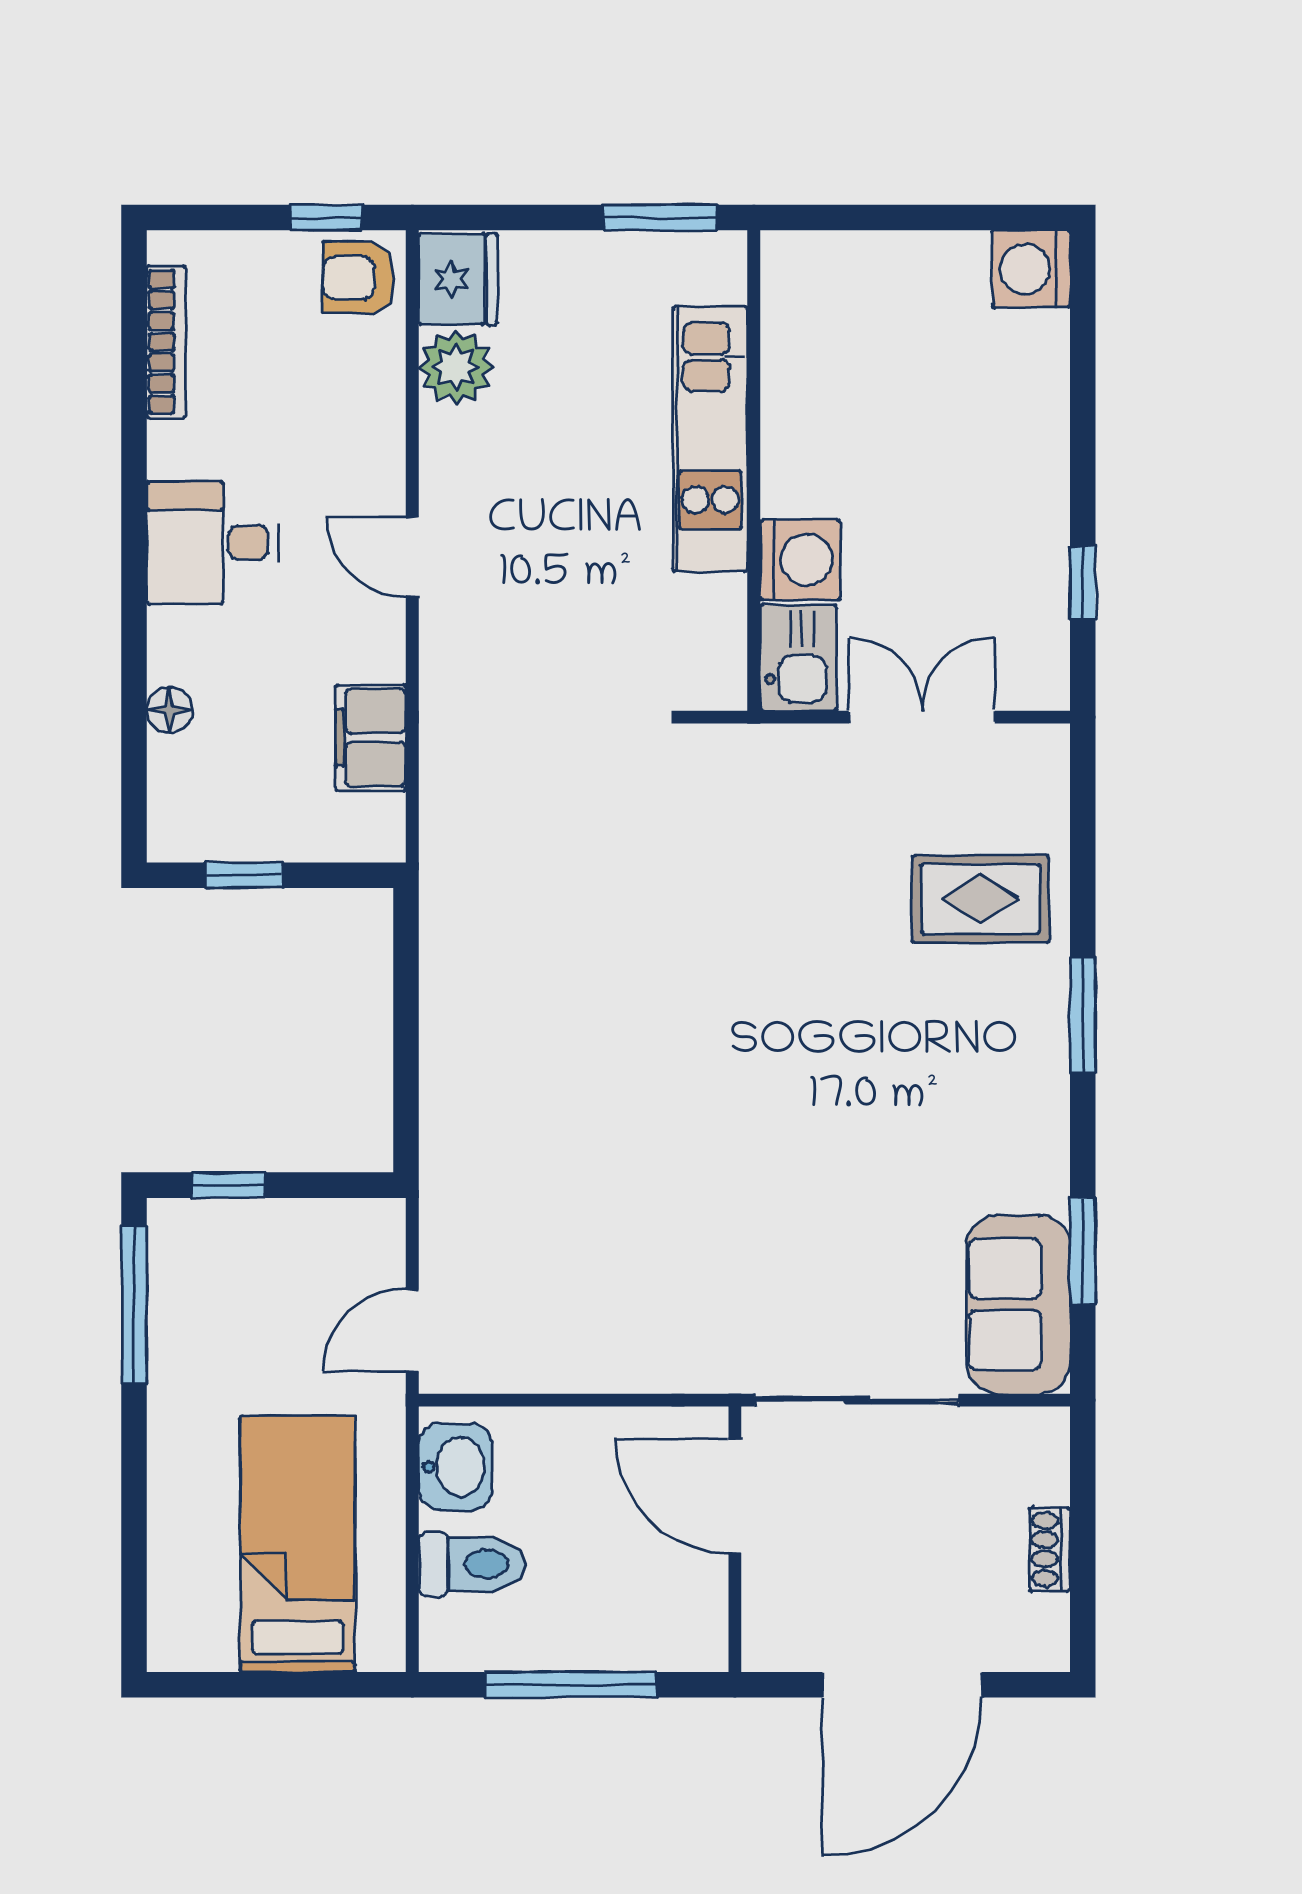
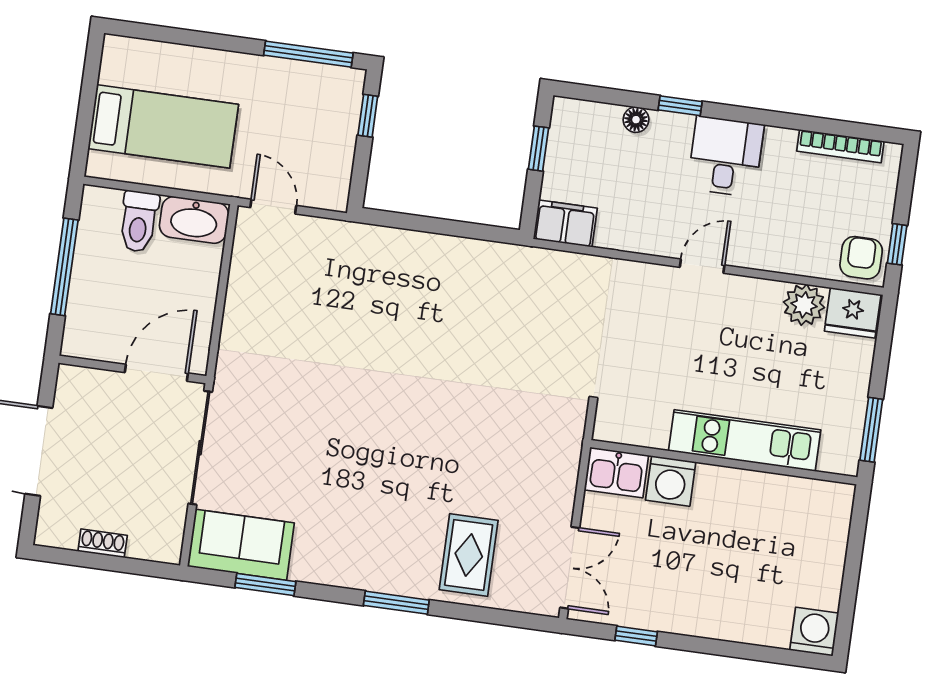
window: (134, 635) -> (680, 106), added
double door: (922, 717) -> (570, 568), moved
filing cabinet: (371, 738) -> (565, 224), moved
washbasin: (455, 1467) -> (194, 220), width x1.38

